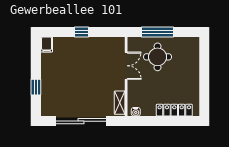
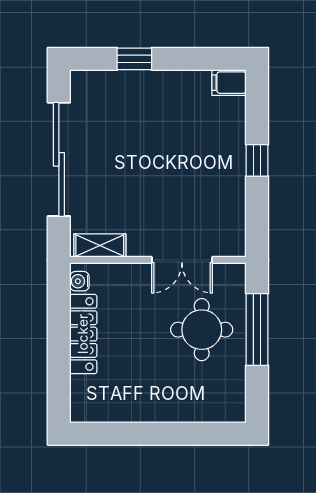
locker: (174, 110) -> (83, 334), moved

